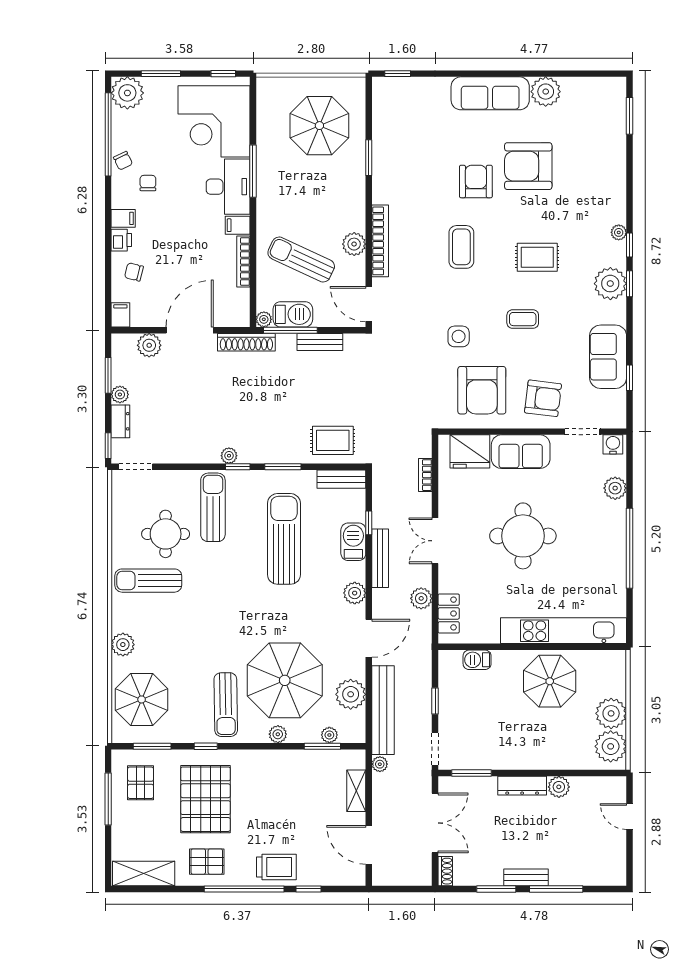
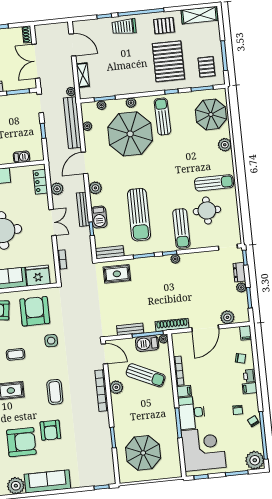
plant: (351, 694) -> (87, 126), width x0.53, depth x0.53

